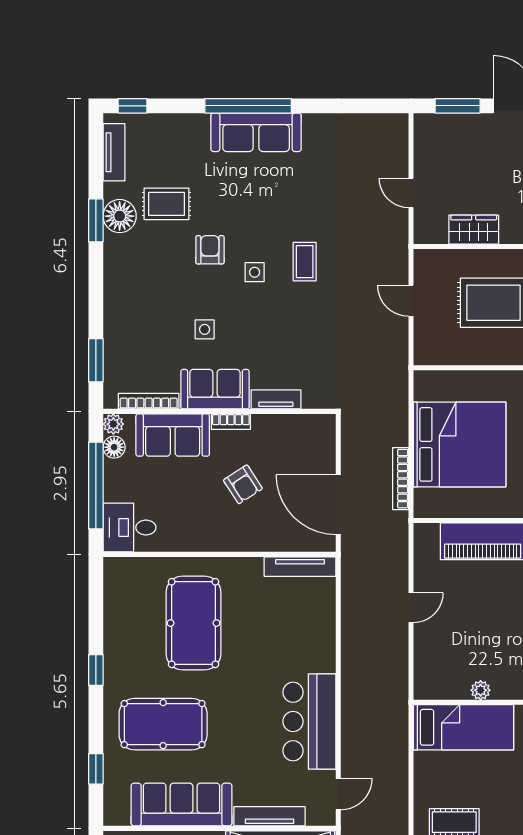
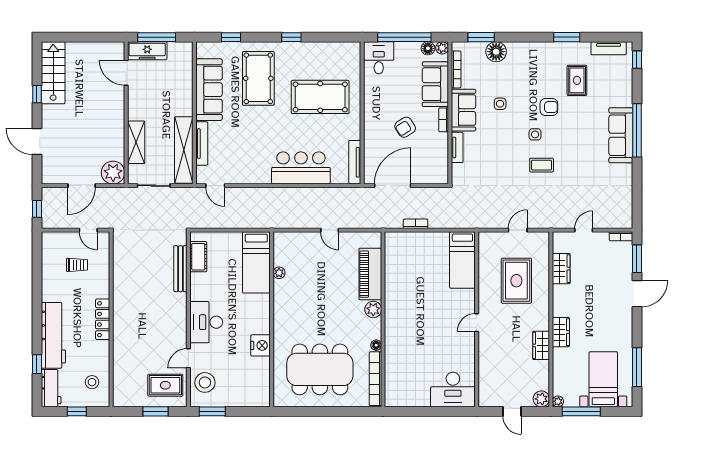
bookcase: (421, 132) -> (621, 236), added
floor lamp: (120, 216) -> (496, 52), moved
bed: (460, 444) -> (462, 260), moved, width x0.49
bookcase: (401, 479) -> (416, 224), width x0.64
bar counter: (309, 722) -> (301, 168), moved

